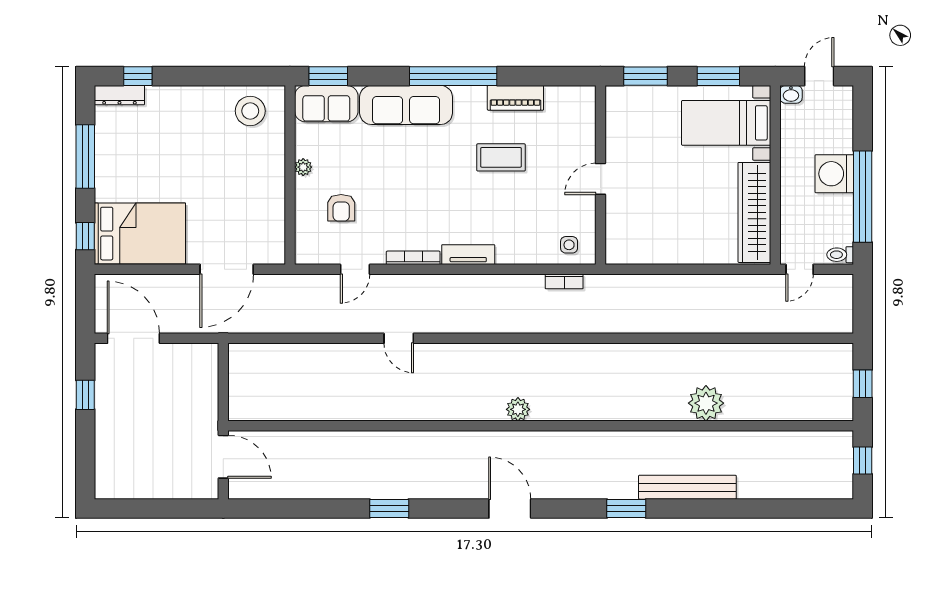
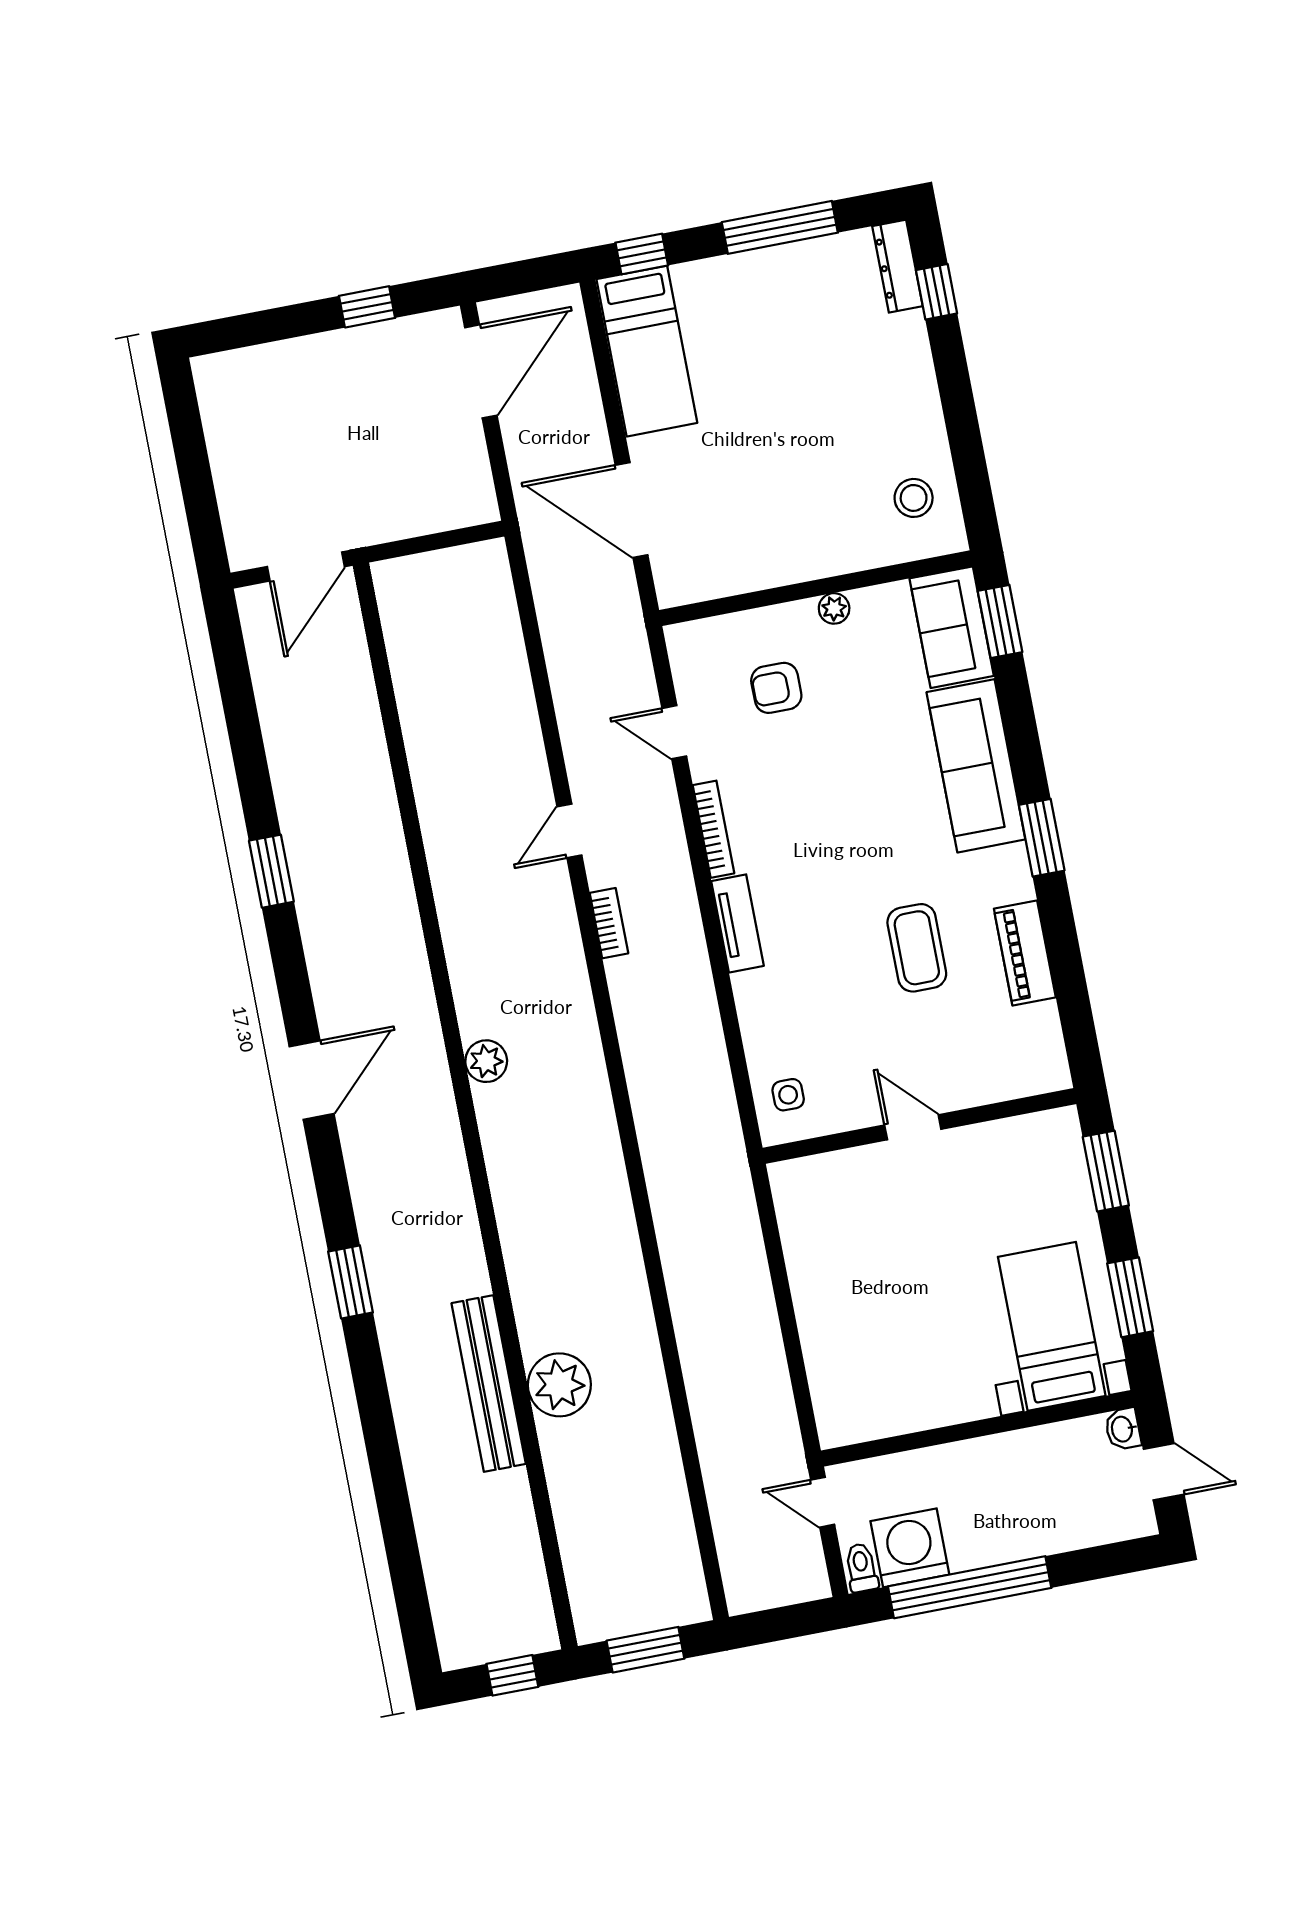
window: (453, 76) -> (1042, 838), width x0.47
stool: (250, 111) -> (914, 498), width x0.73, depth x0.73
washing machine: (834, 174) -> (910, 1548), moved
wardrobe: (754, 212) -> (906, 1405), removed
bed: (140, 234) -> (647, 351), width x0.67
bookcase: (564, 281) -> (609, 923), moved, turned 180
window: (863, 384) -> (645, 1650), width x1.50
bench: (687, 487) -> (489, 1383), moved

